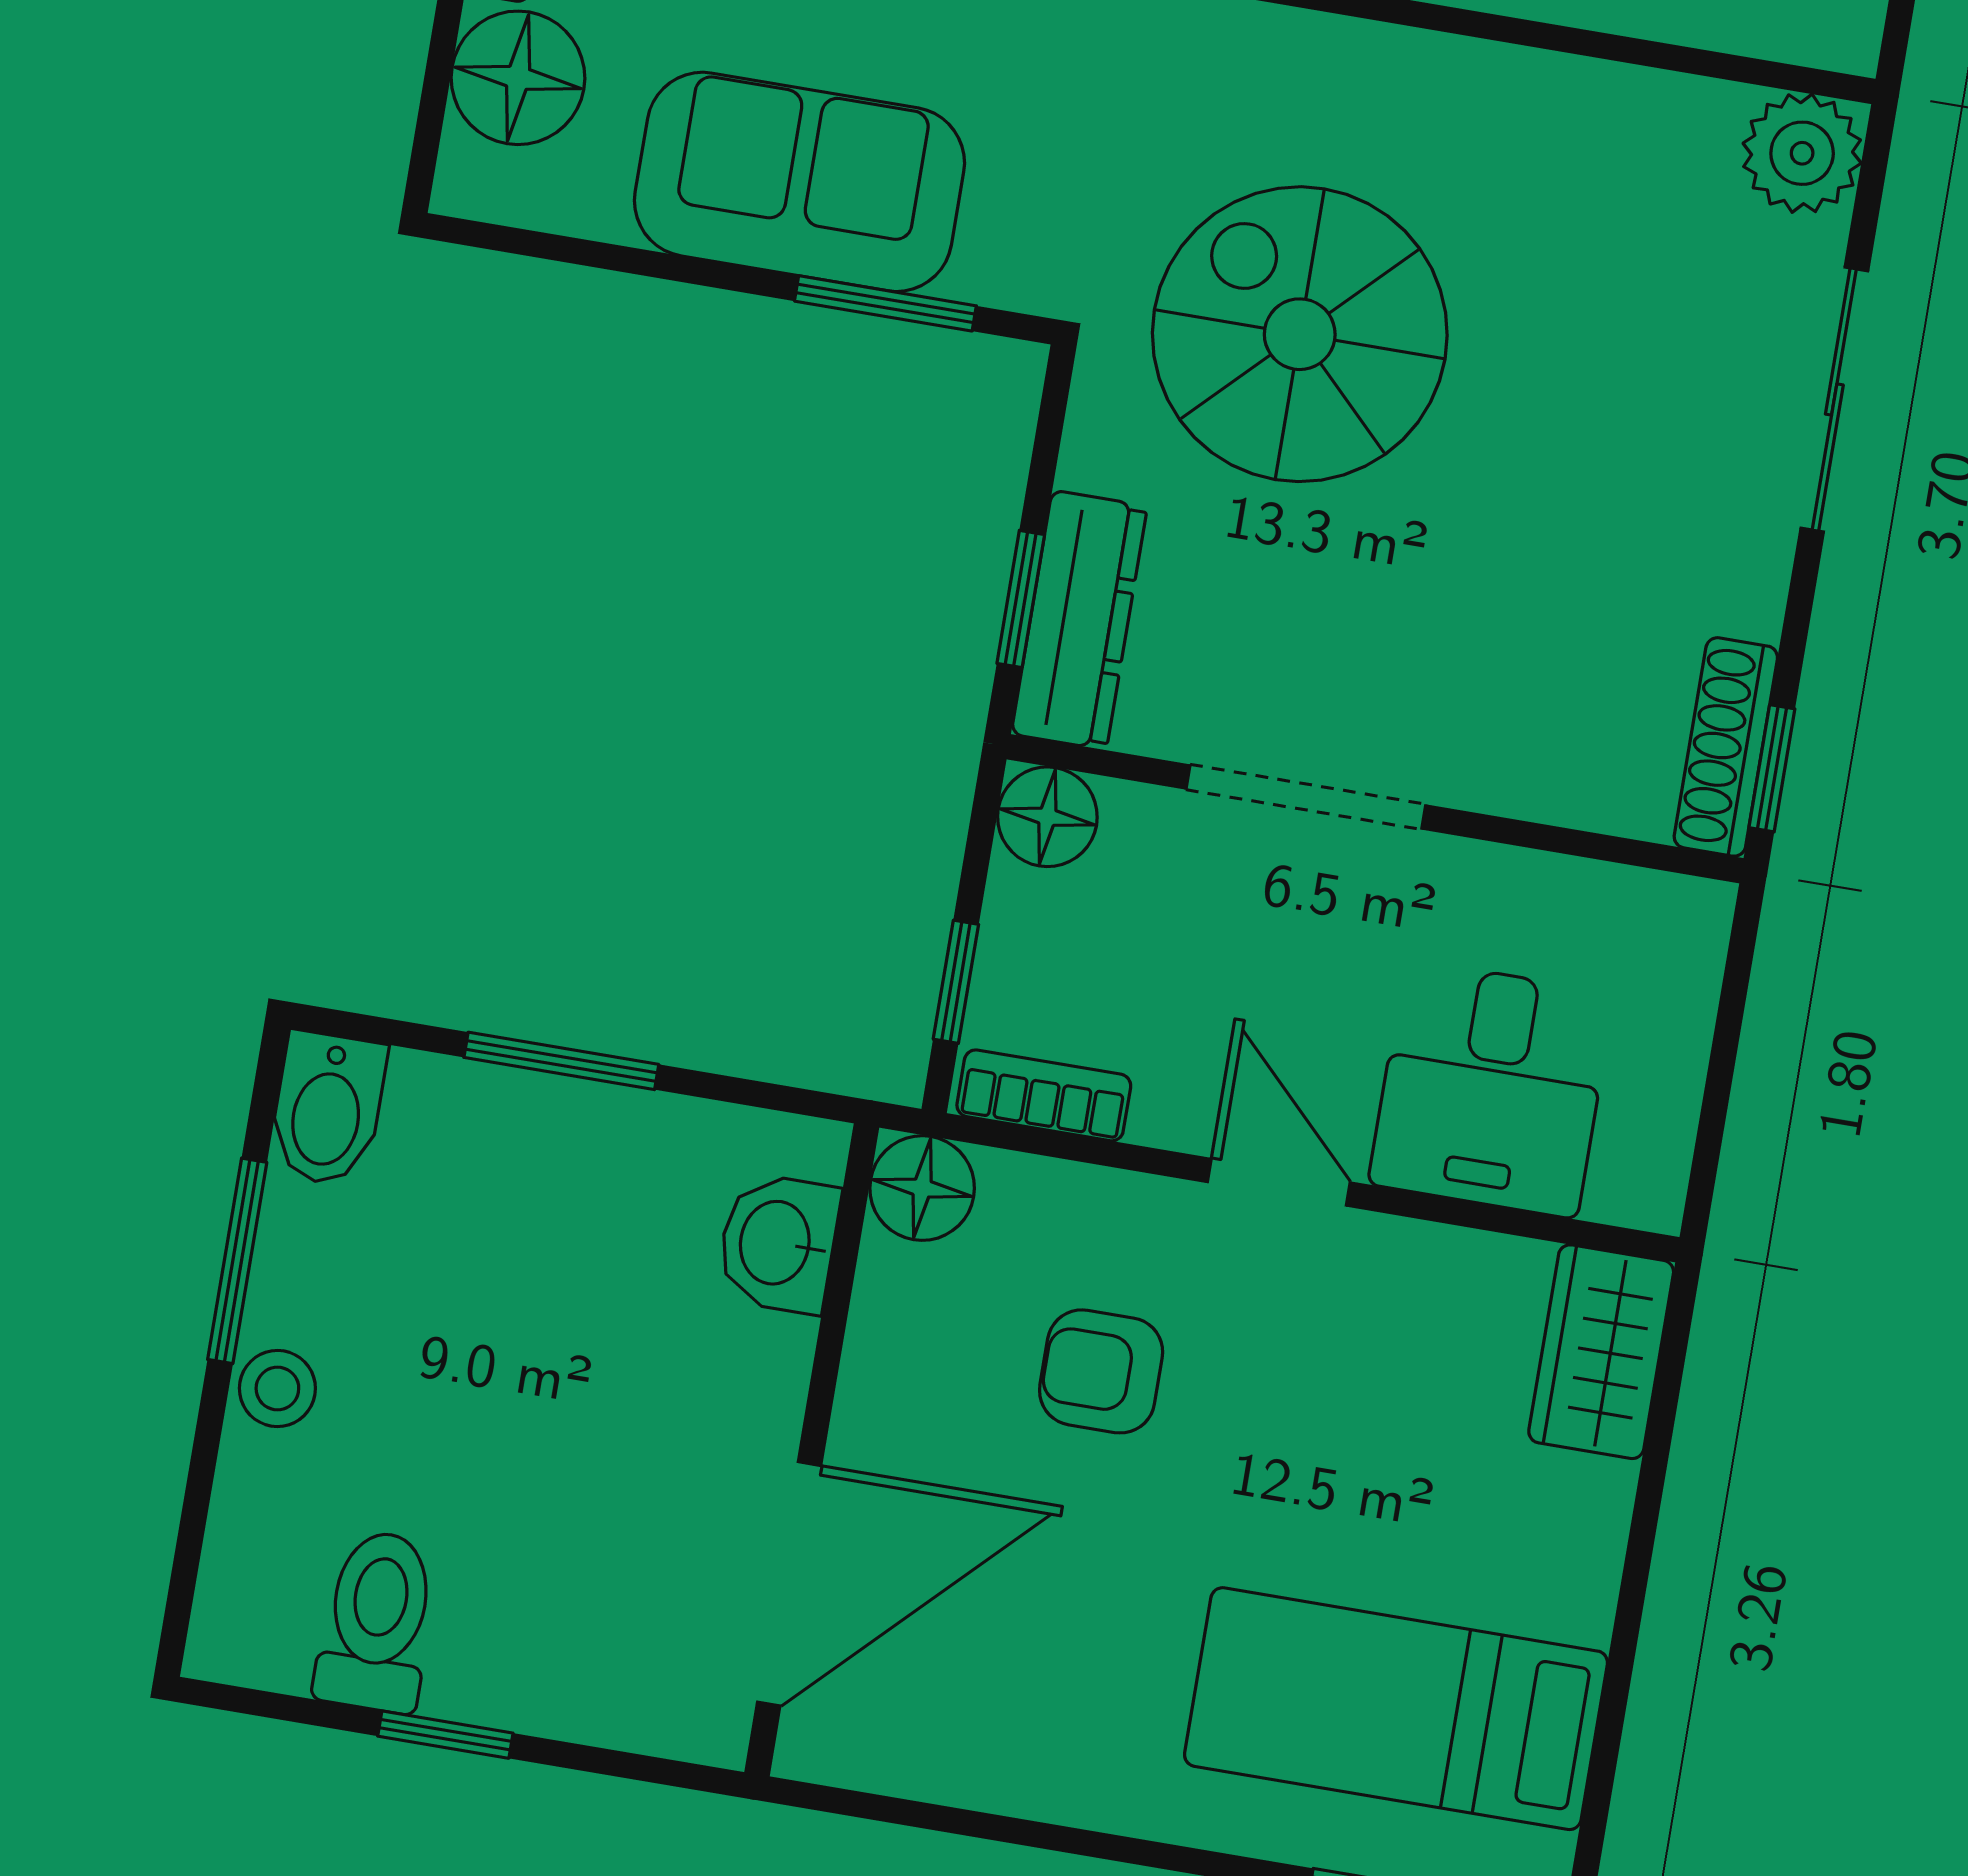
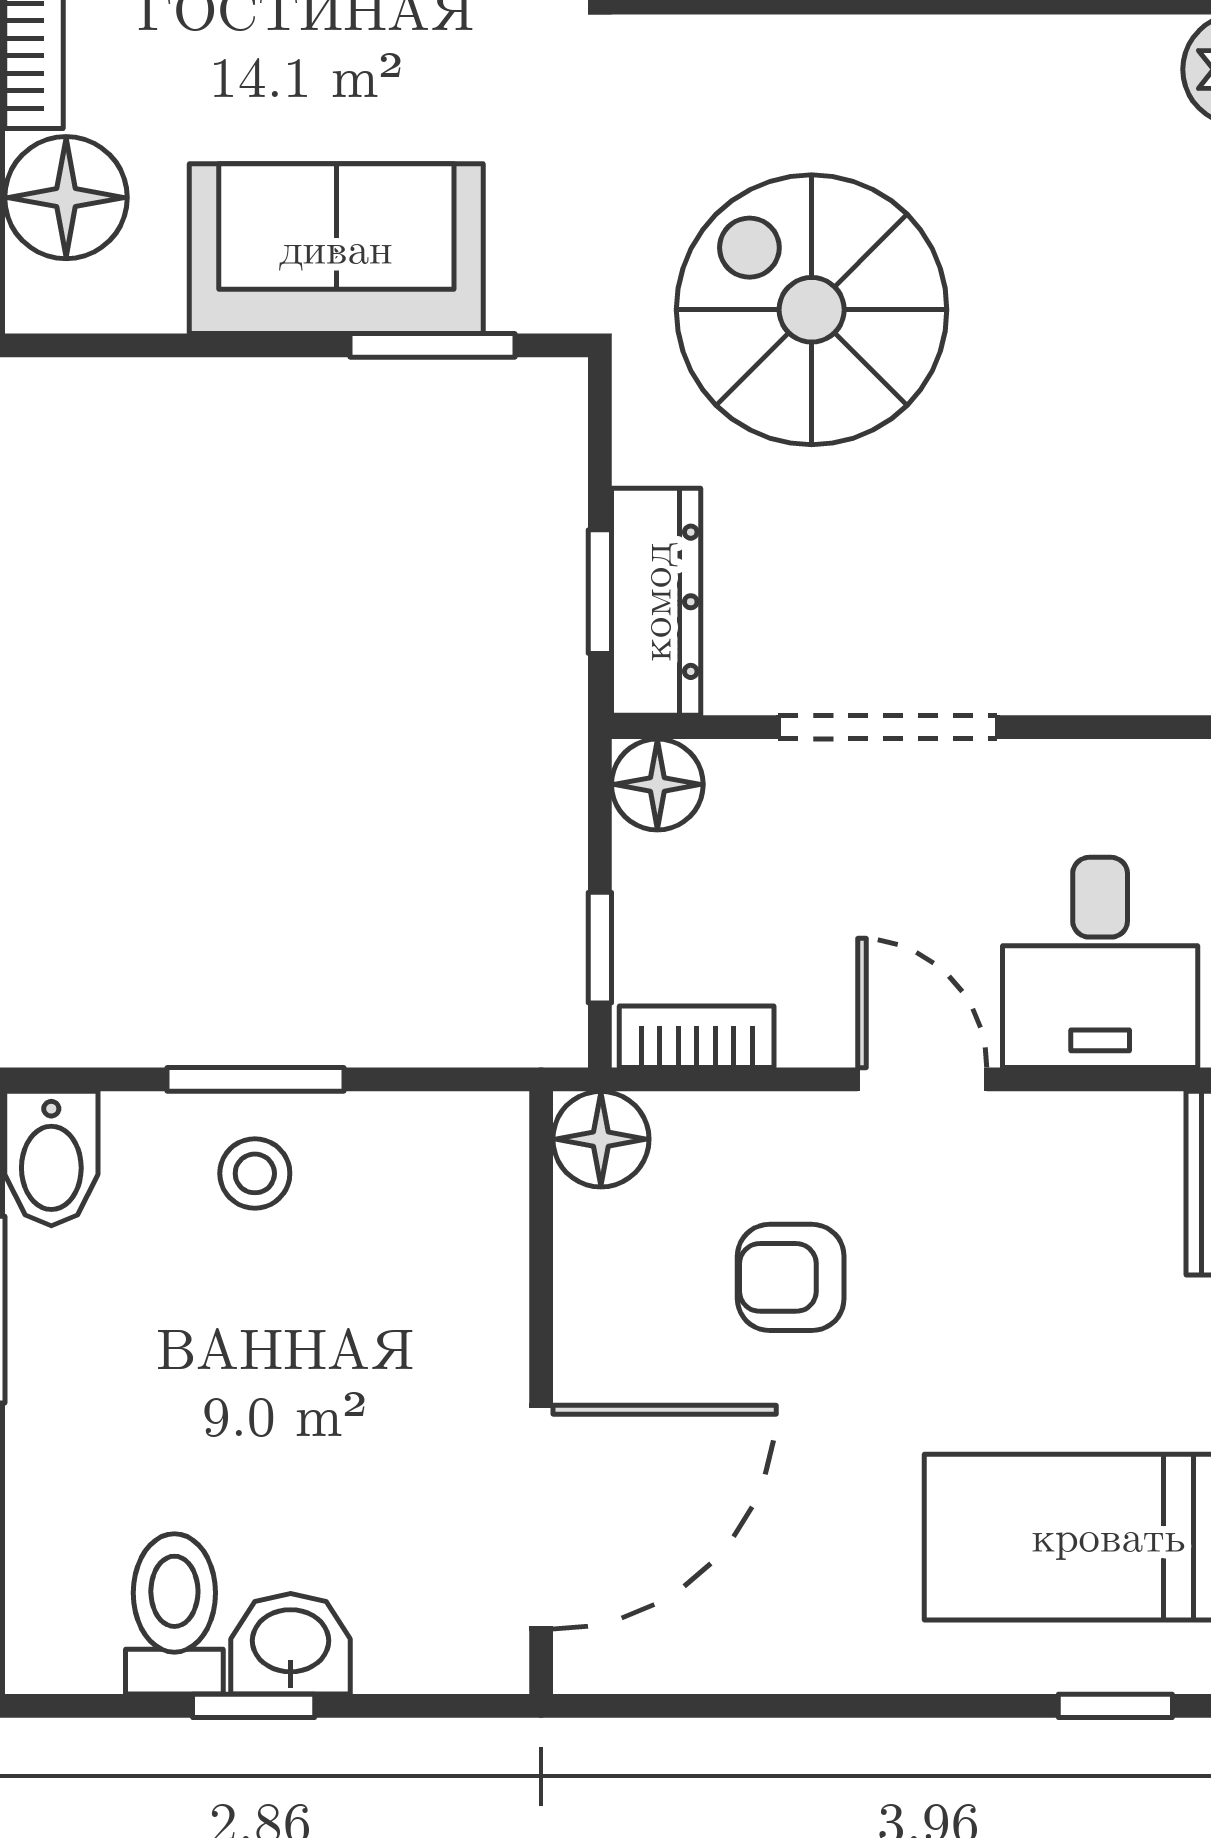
washbasin: (778, 1243) -> (291, 1644), moved, turned 90
stool: (277, 1388) -> (255, 1173), moved

